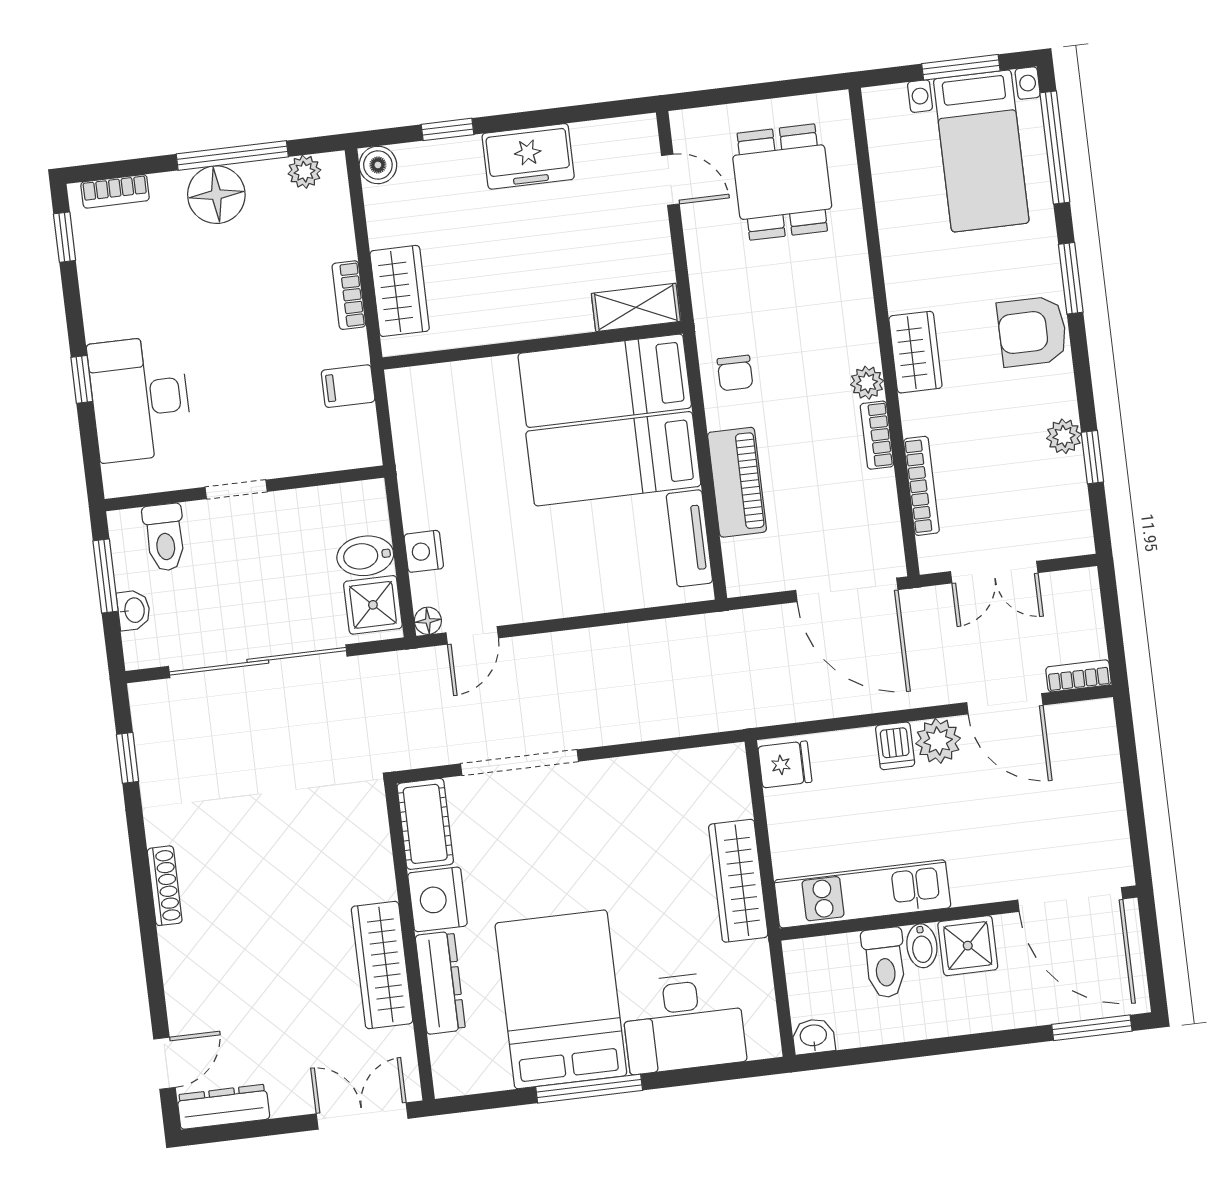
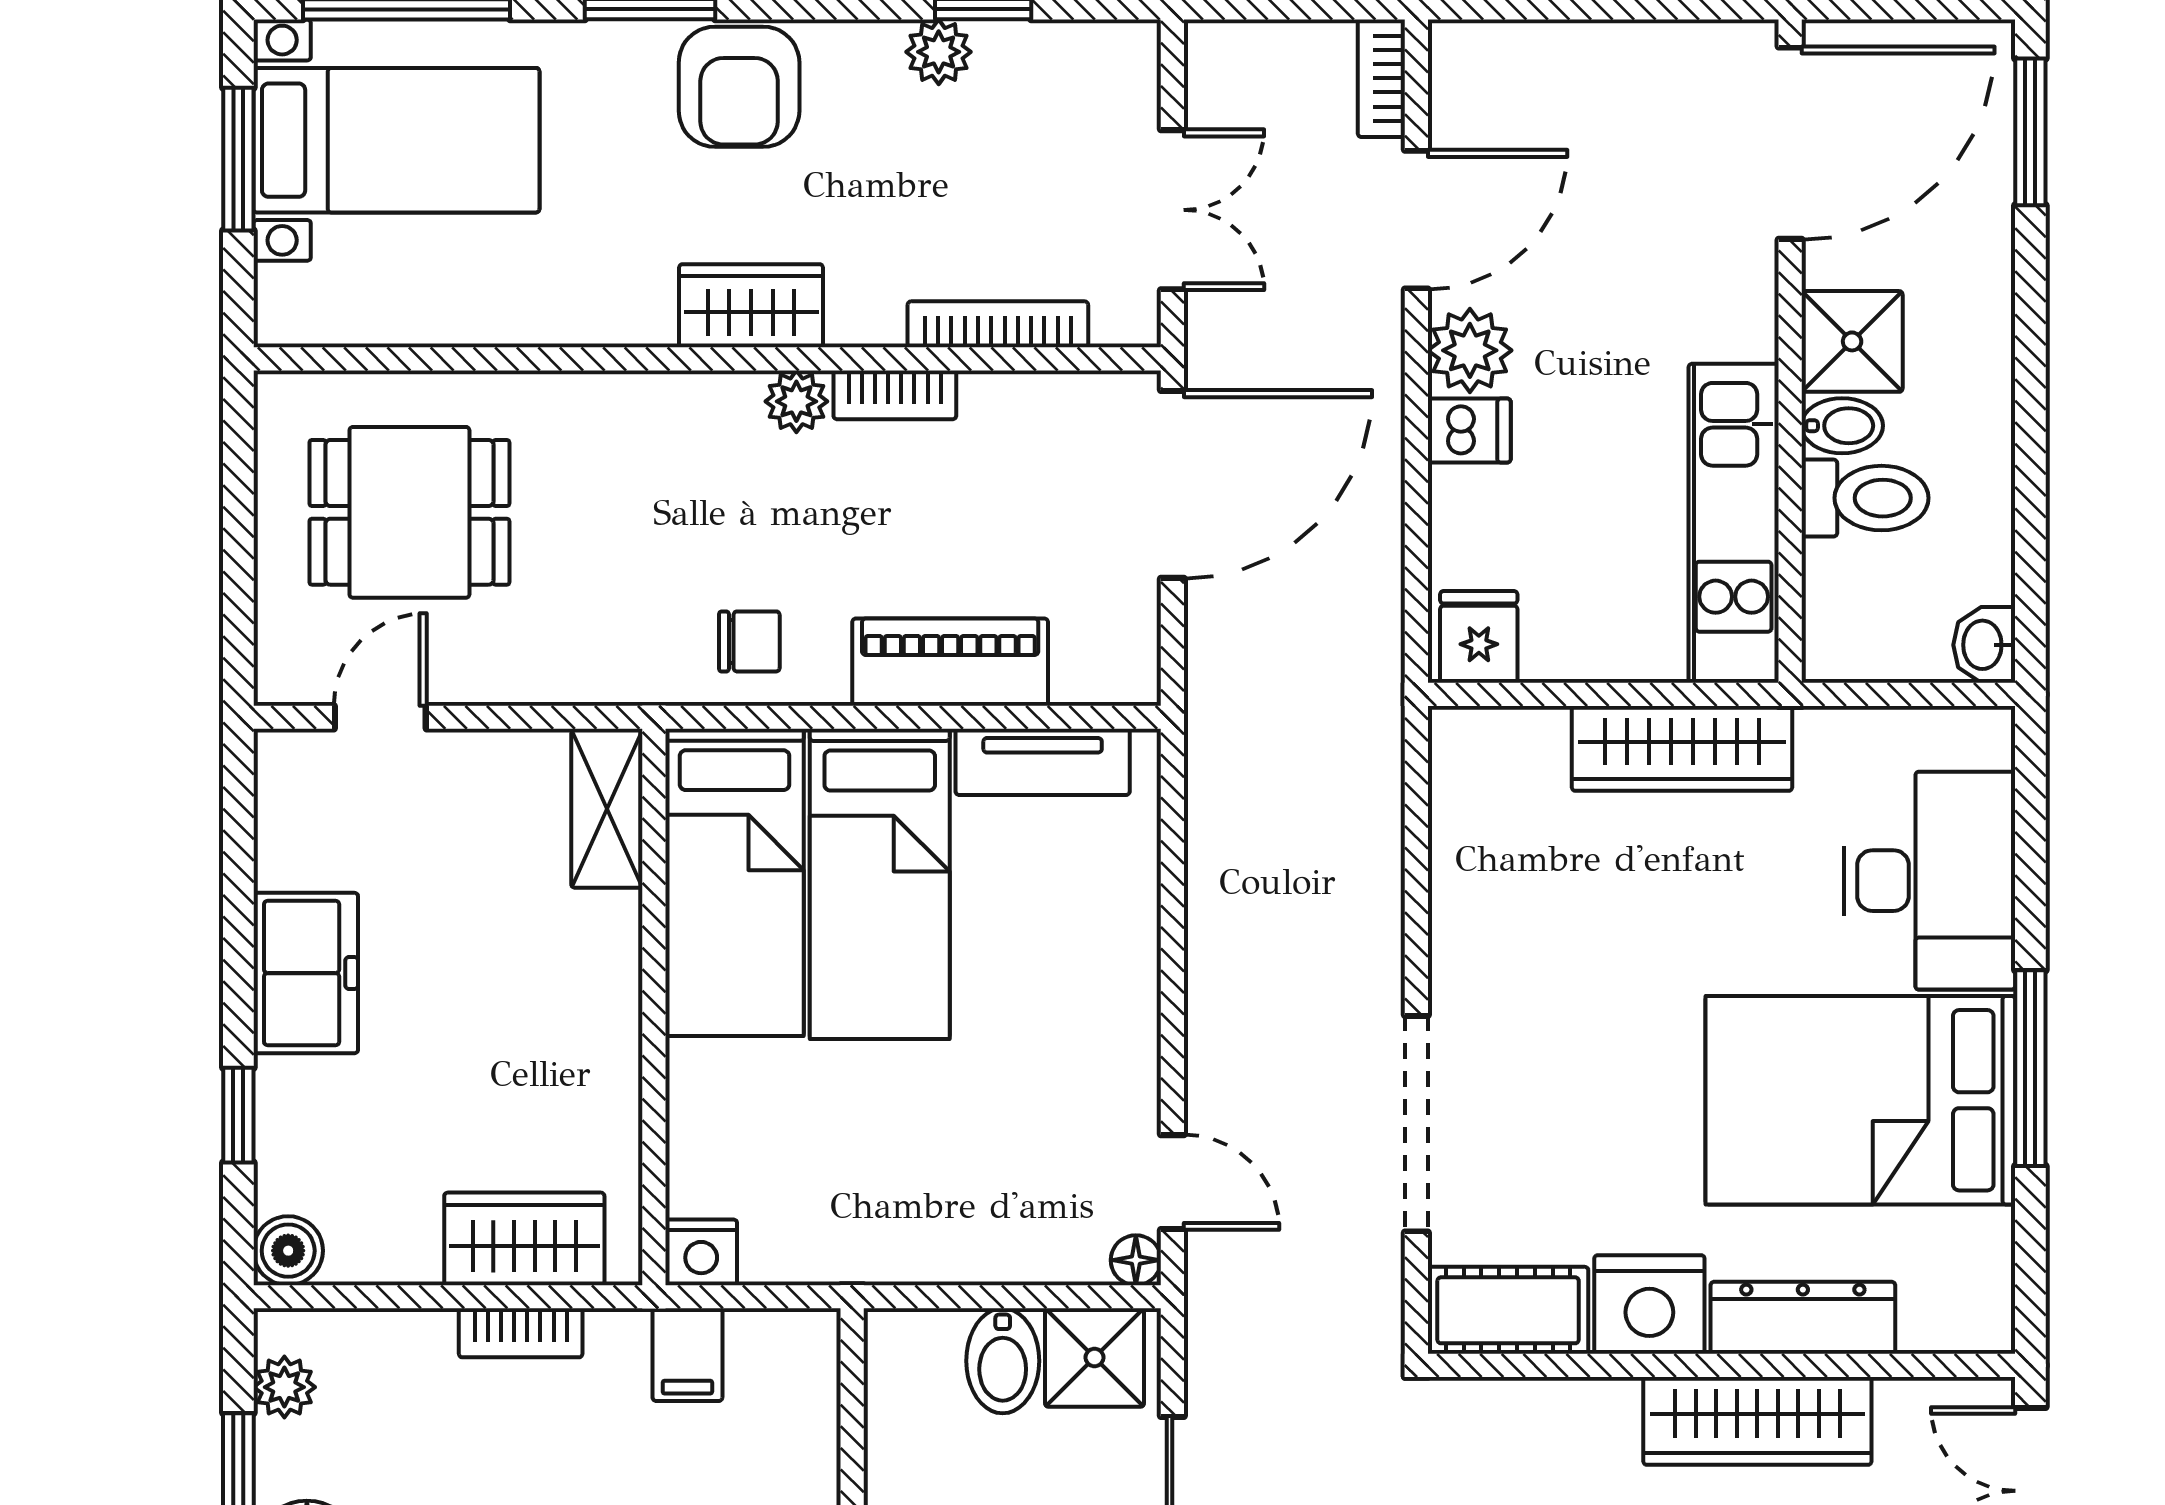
nightstand: (424, 551) -> (701, 1252), moved

